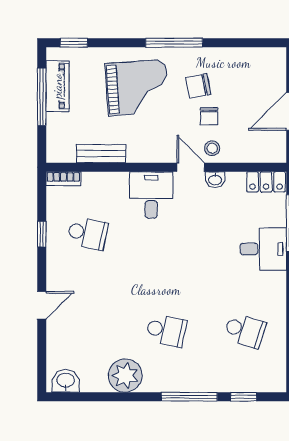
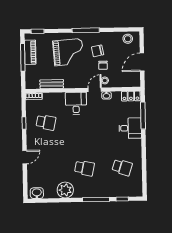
stool: (262, 62) -> (128, 39), added
door: (191, 167) -> (95, 90), hinge flipped

